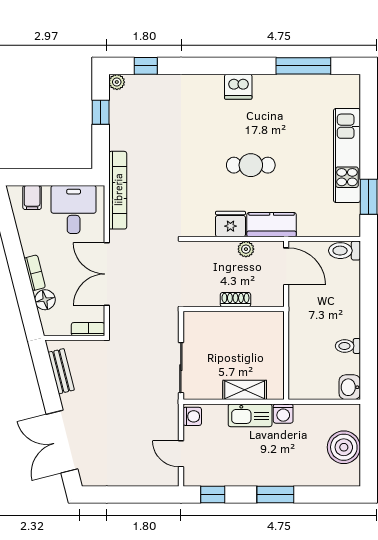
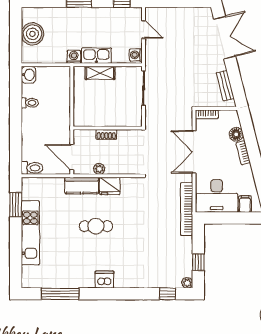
desk: (74, 209) -> (217, 196), width x1.37
double door: (107, 274) -> (194, 152), swing flipped

